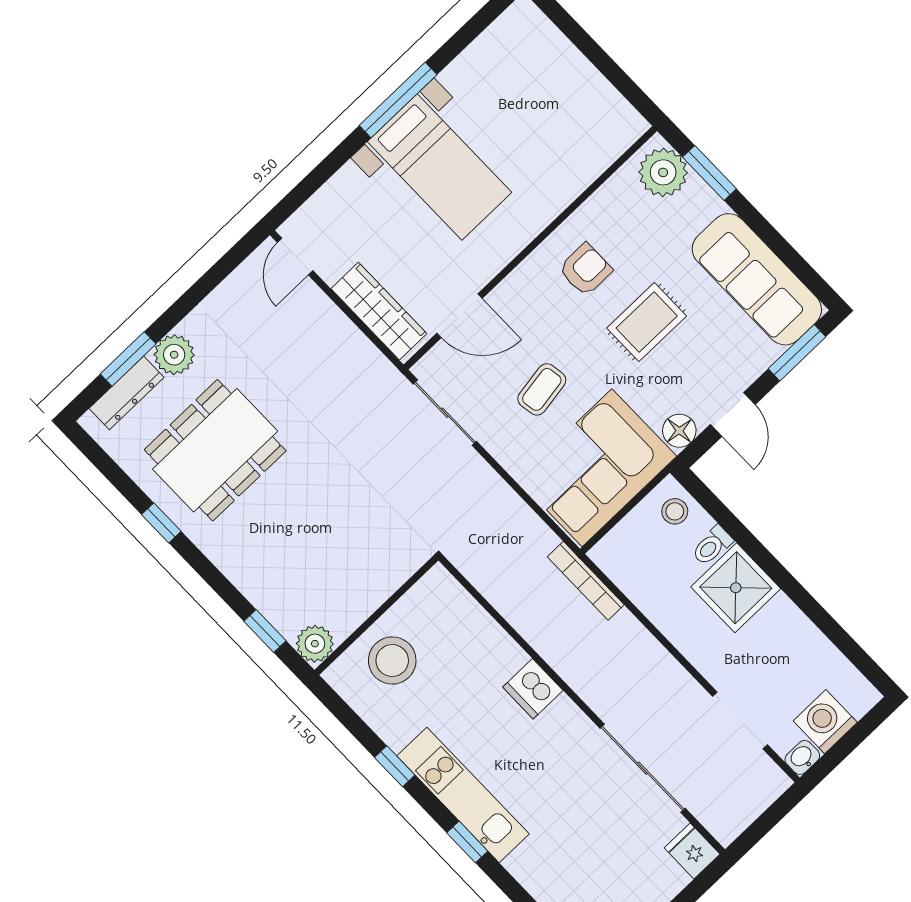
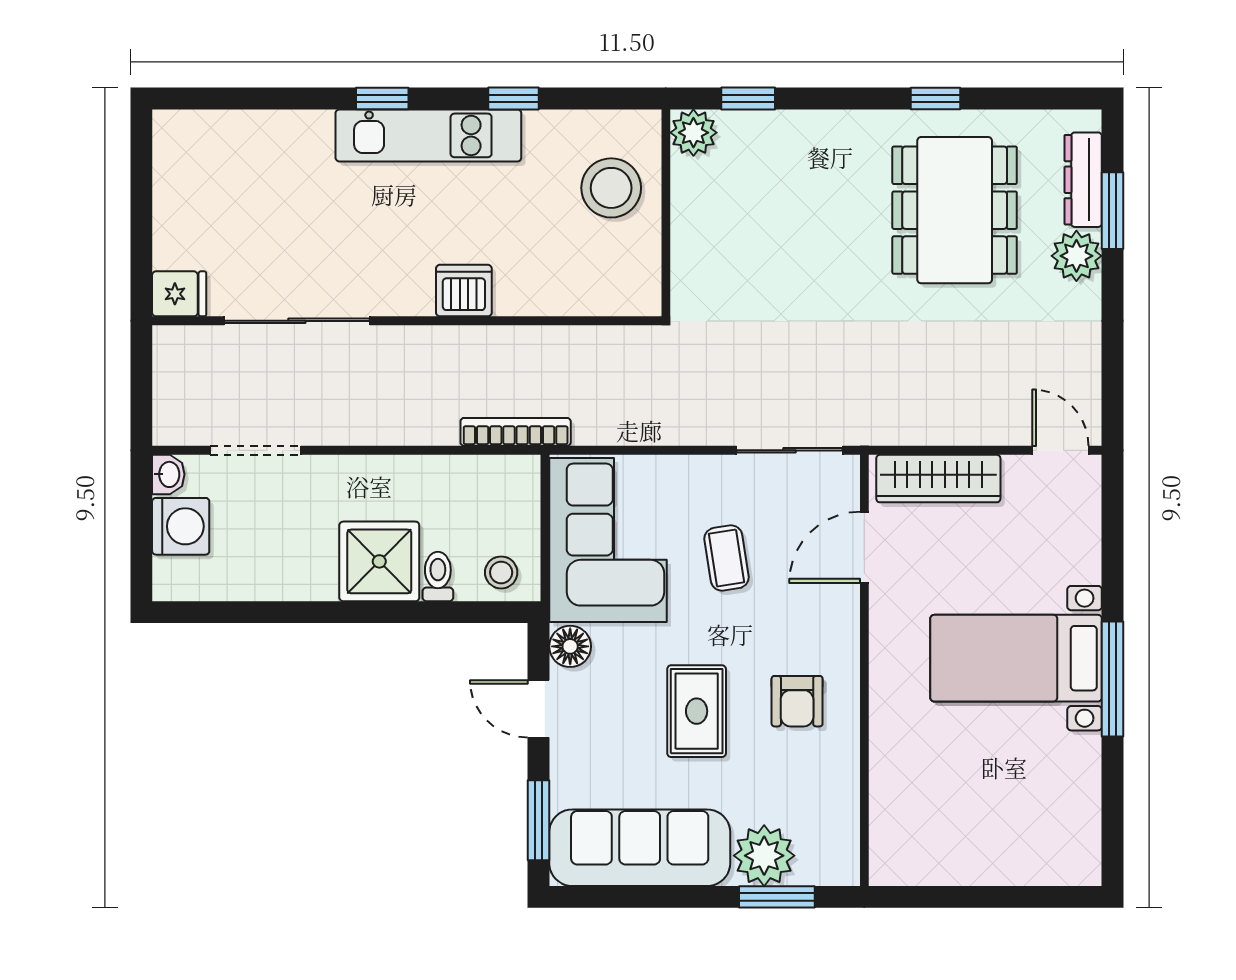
plant: (663, 172) -> (764, 856), moved

